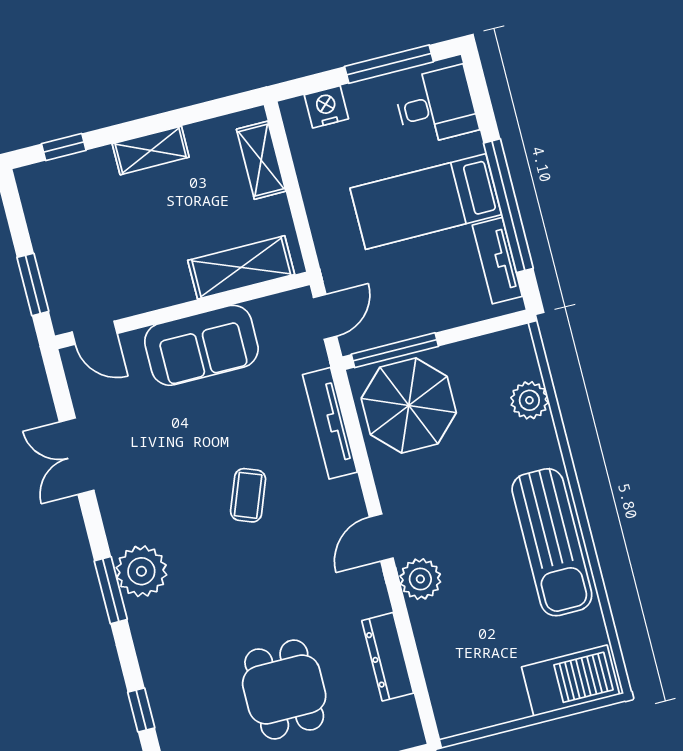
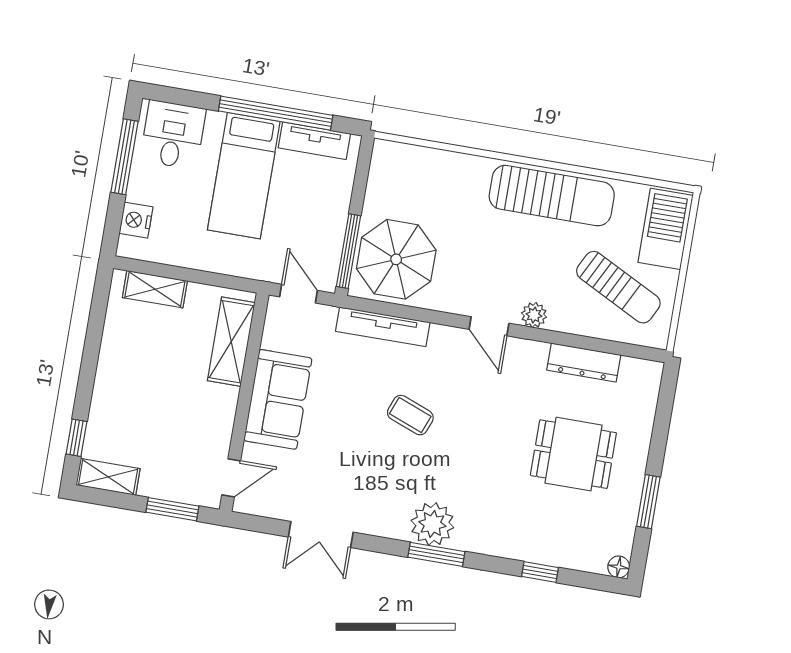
shelving: (151, 150) -> (108, 477), moved, turned 90
plant: (529, 400) -> (434, 164), removed
plant: (420, 579) -> (534, 315), width x0.73, depth x0.73
sun lounger: (485, 658) -> (618, 287), added

